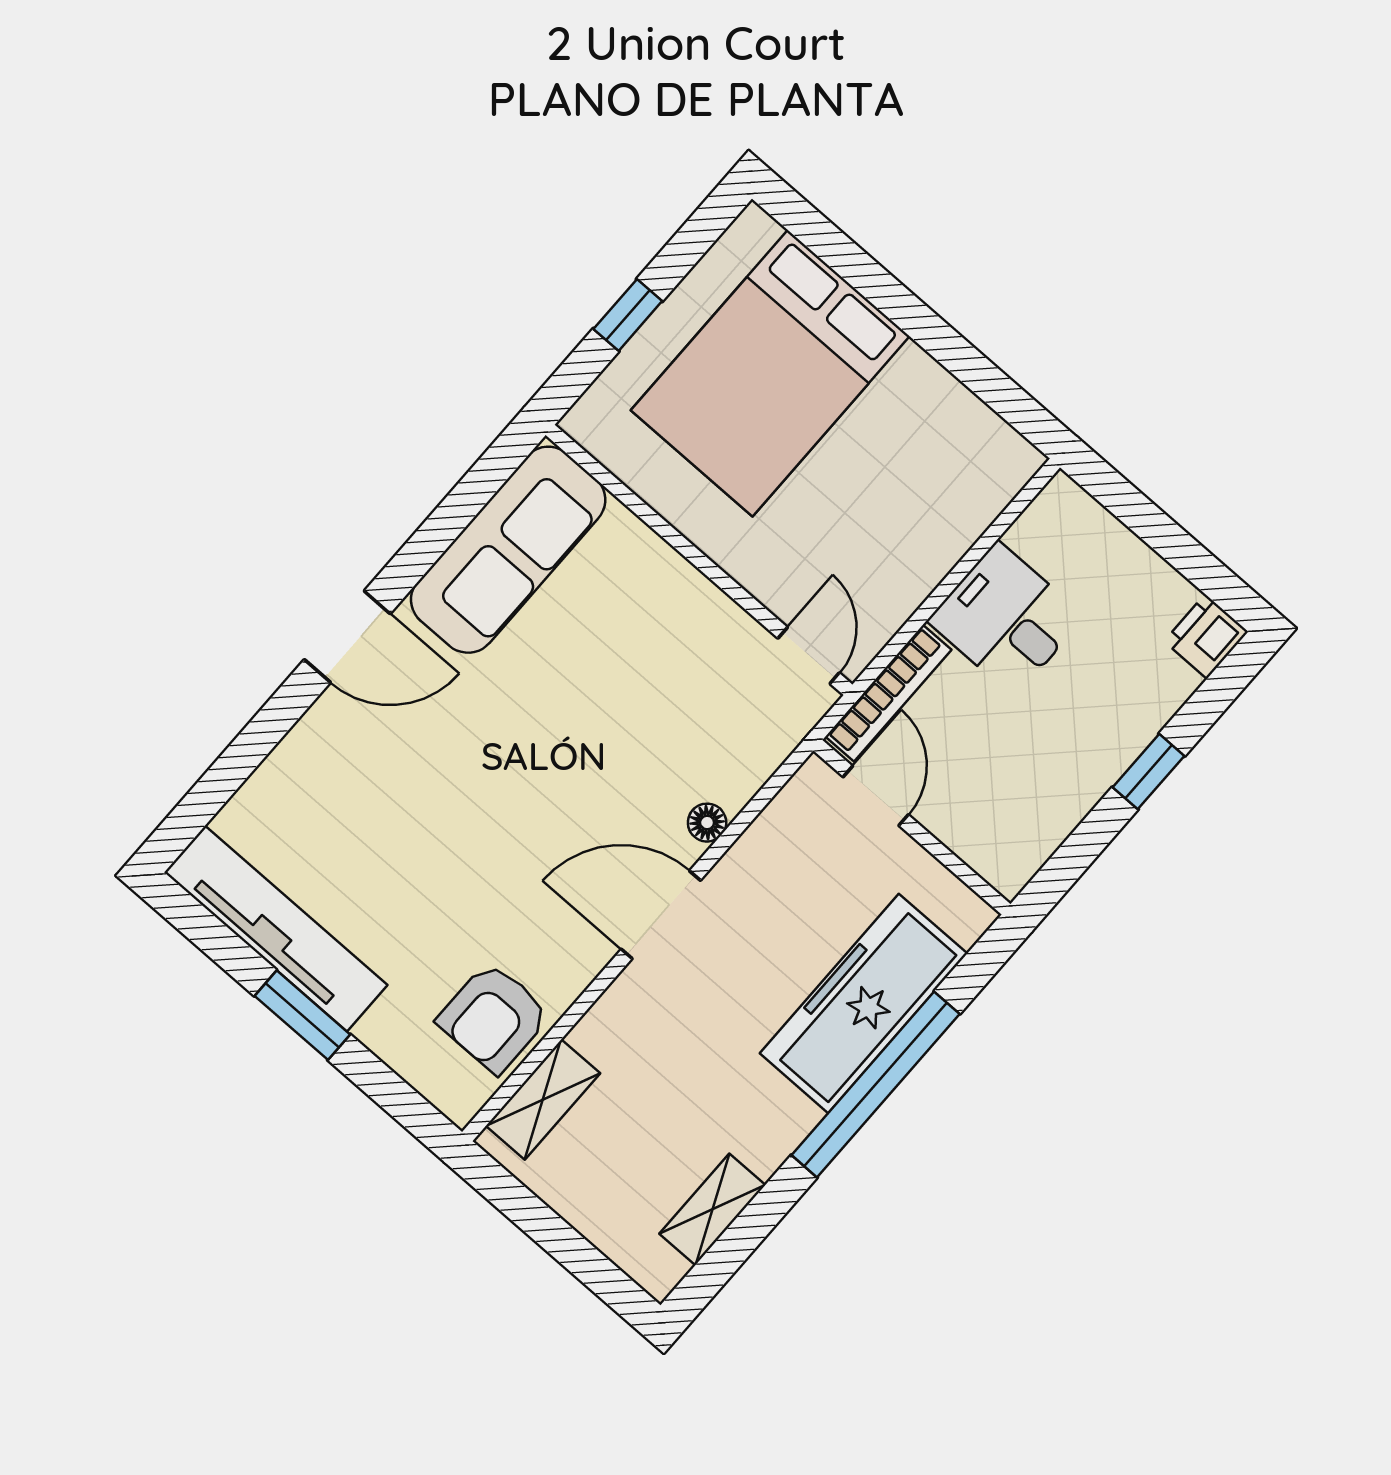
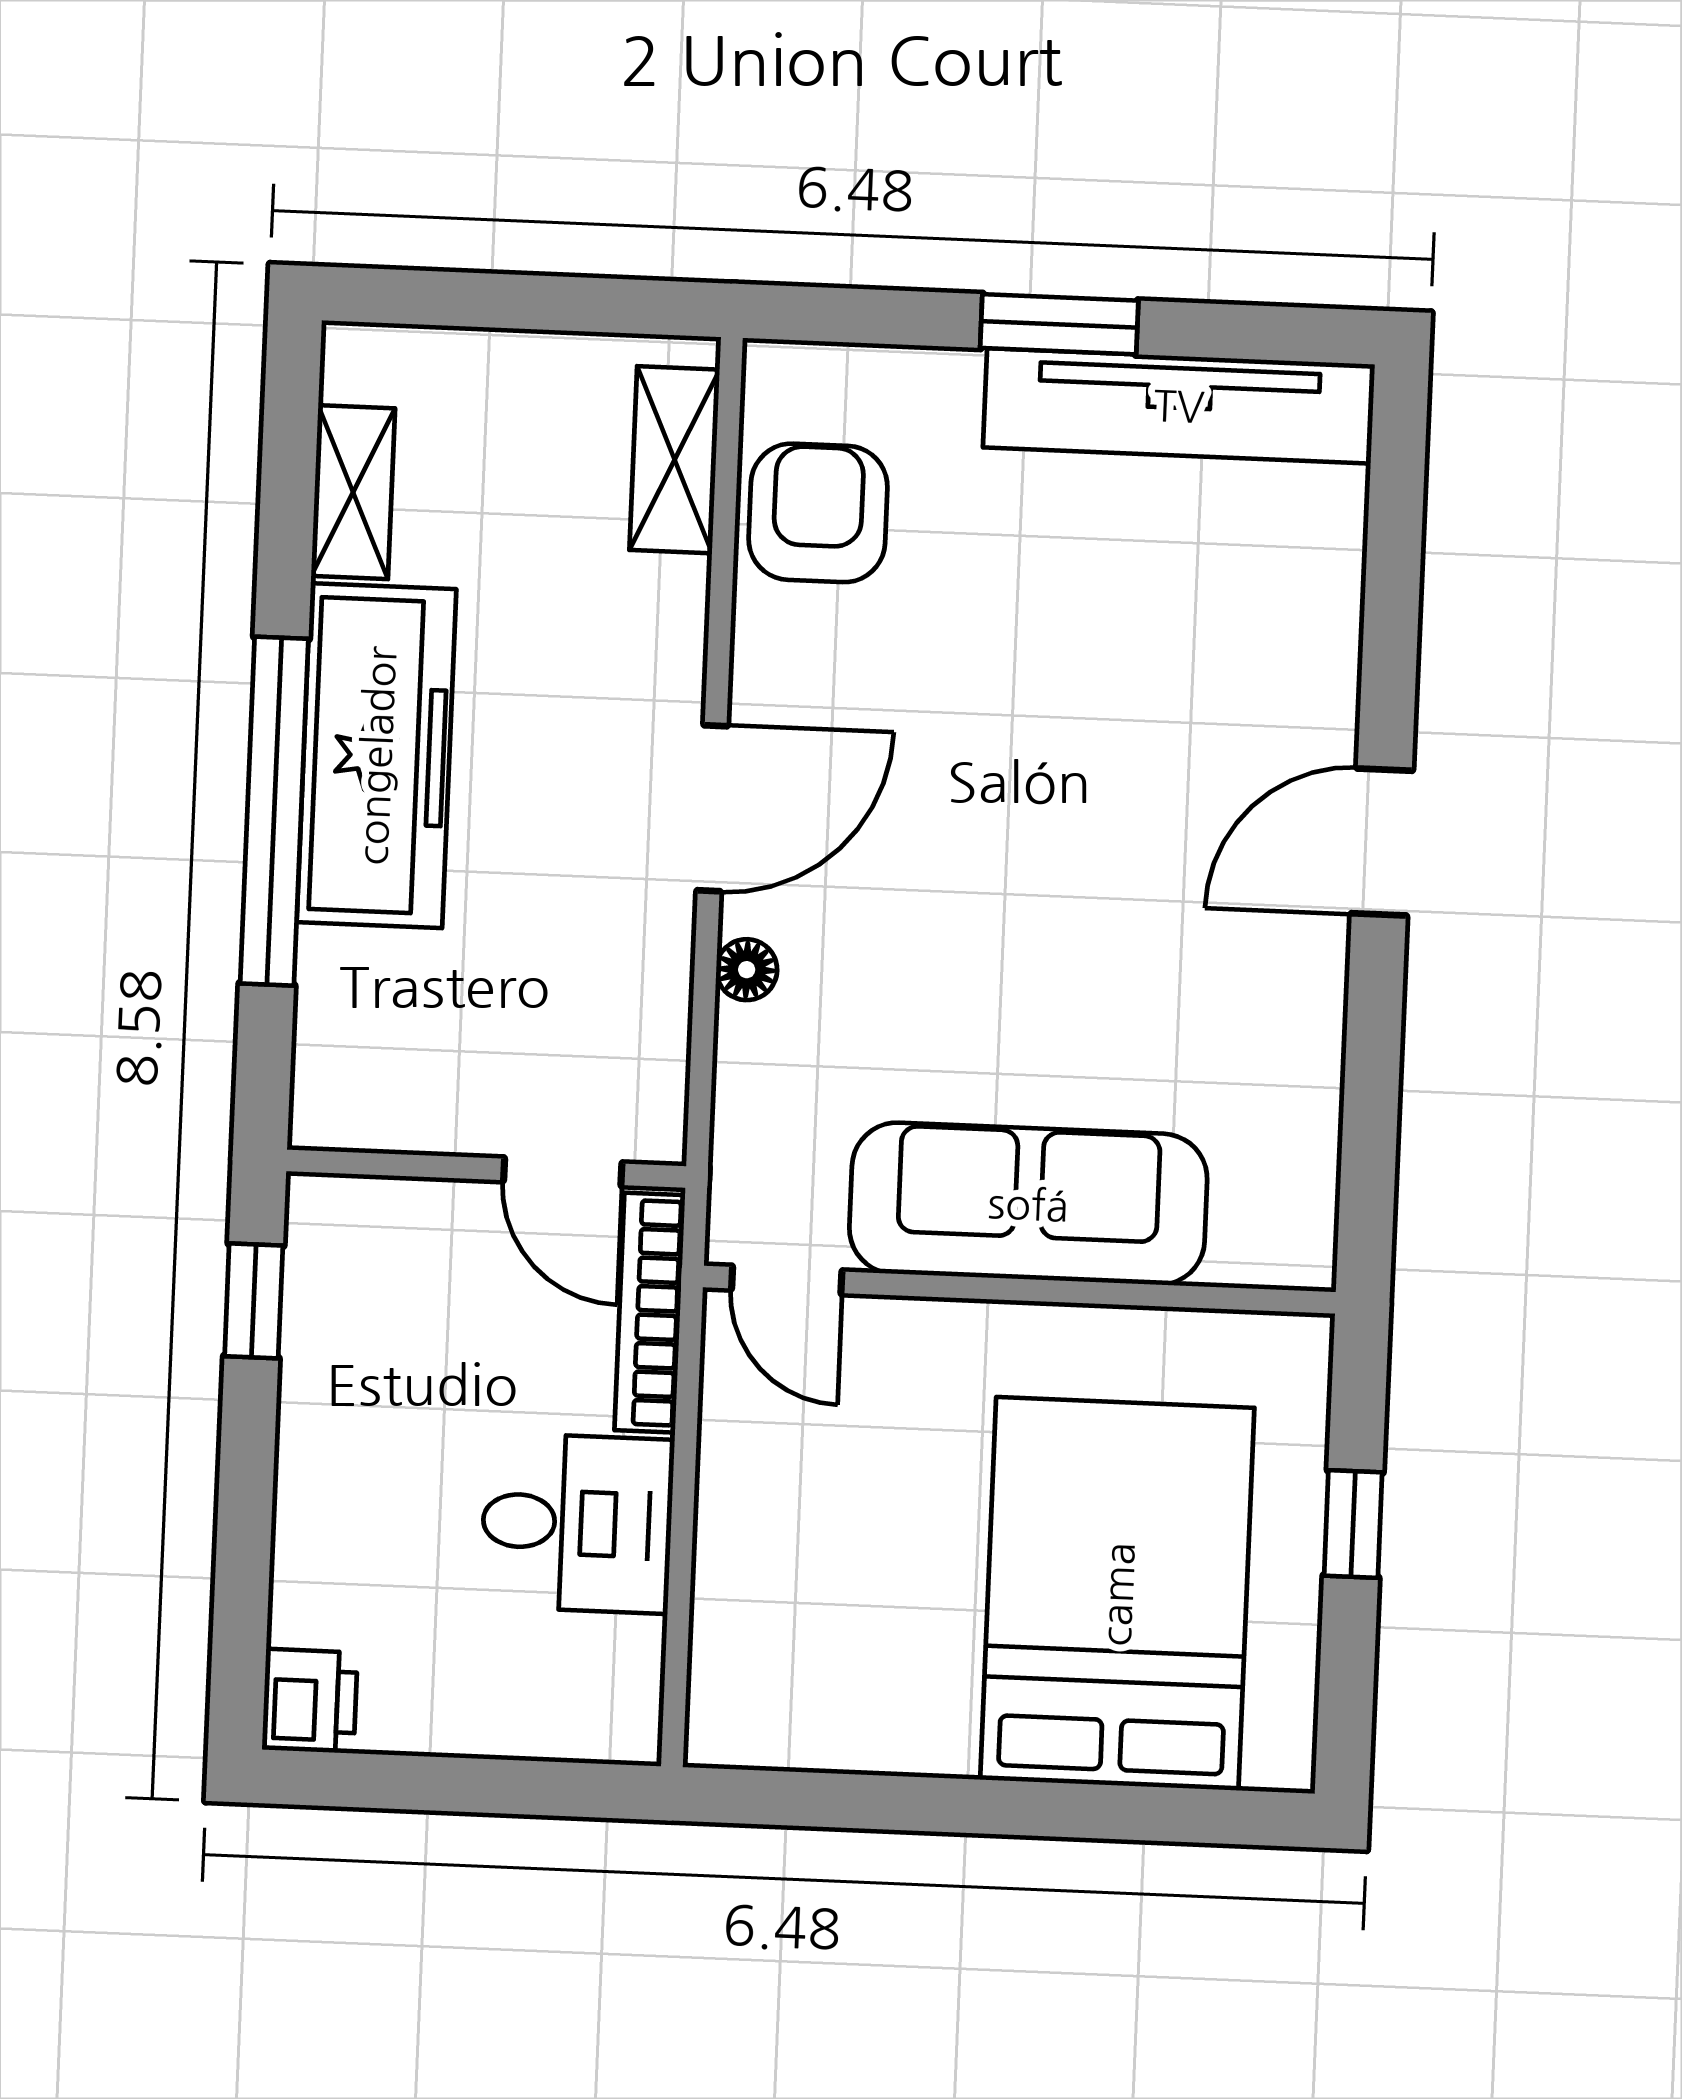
sofa: (508, 550) -> (1028, 1204), moved, turned 90
window: (1149, 772) -> (254, 1301), moved
freezer: (864, 1003) -> (376, 756), moved

